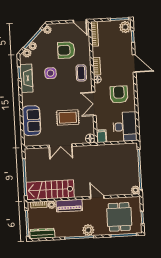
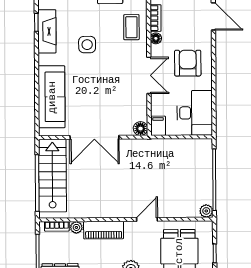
side table: (50, 73) -> (87, 45), moved
double door: (94, 104) -> (149, 75), swing flipped
rug: (68, 118) -> (108, 95), removed
sofa: (31, 121) -> (52, 97), width x1.36
double door: (61, 146) -> (94, 137), width x1.37
stairs: (50, 190) -> (52, 176), moved, turned 90
door: (97, 197) -> (147, 219), hinge flipped

